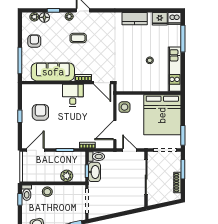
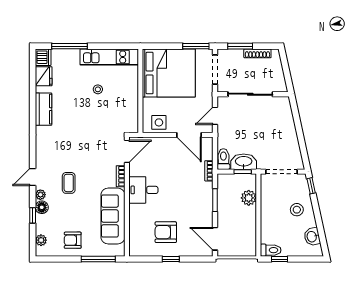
floor lamp: (44, 17) -> (42, 207), moved
stool: (47, 192) -> (297, 210), moved

